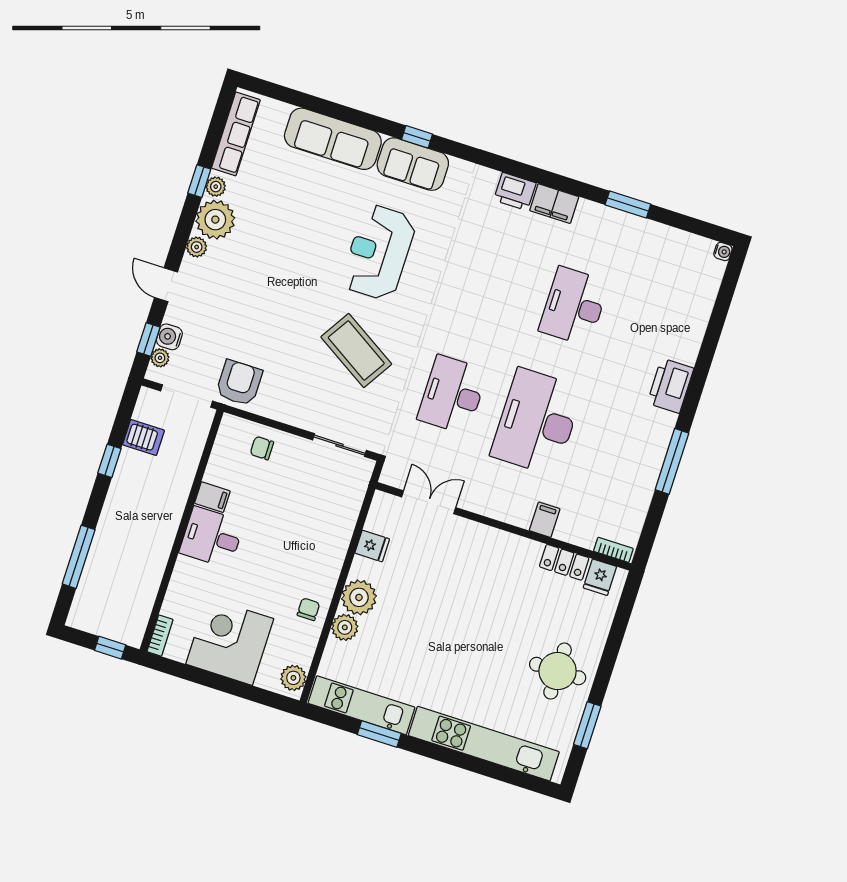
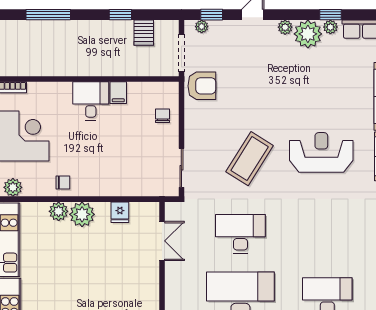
water cooler: (169, 337) -> (218, 28), removed

